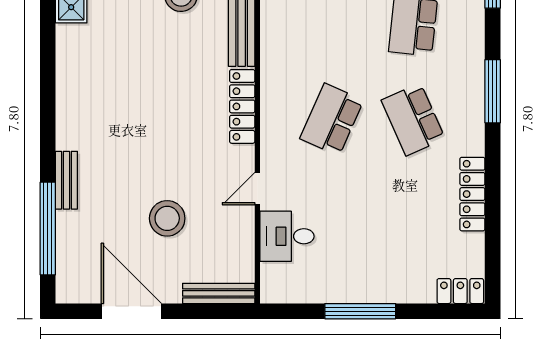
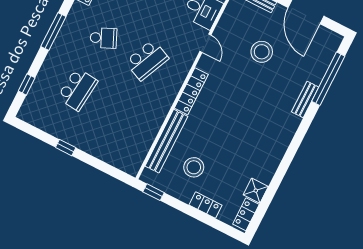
school desk: (413, 119) -> (103, 38), width x0.54
door: (257, 189) -> (205, 43), hinge flipped

